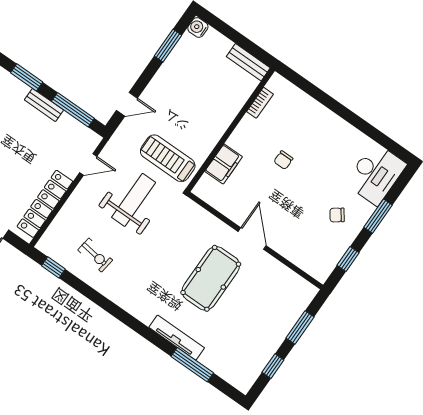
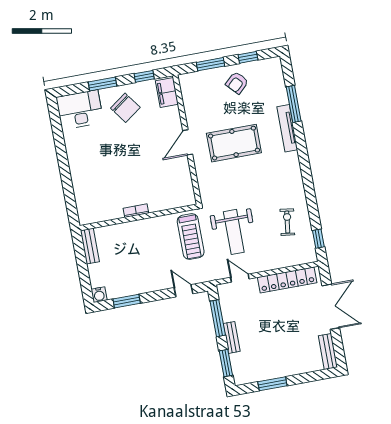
bookcase: (260, 103) -> (136, 211), moved
chair: (283, 160) -> (125, 170), removed
filing cabinet: (224, 164) -> (167, 93), moved, turned -90
weight bench: (134, 200) -> (234, 232), turned -90
chair: (337, 215) -> (125, 108), width x1.87, depth x1.87
armchair: (260, 334) -> (237, 83), added

